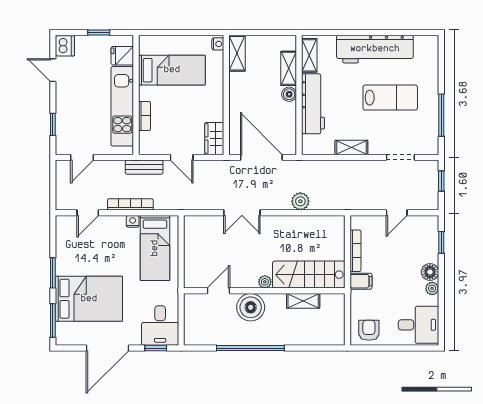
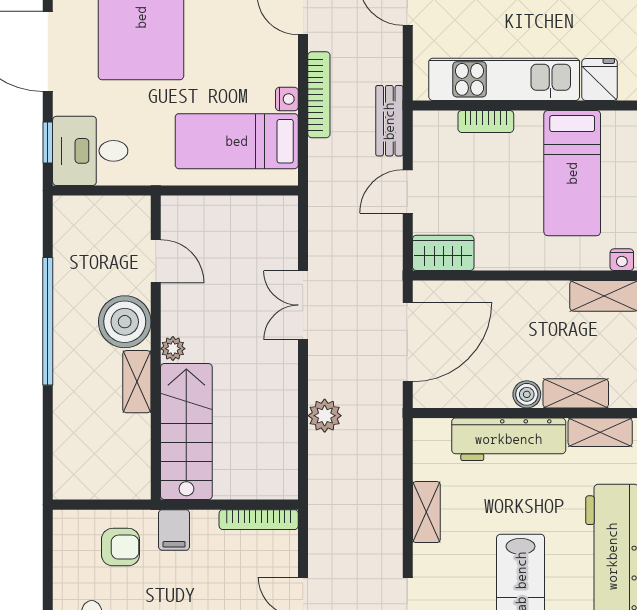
bookcase: (356, 251) -> (259, 520), moved
shelving: (303, 301) -> (137, 382), moved
armchair: (369, 330) -> (120, 547), moved

